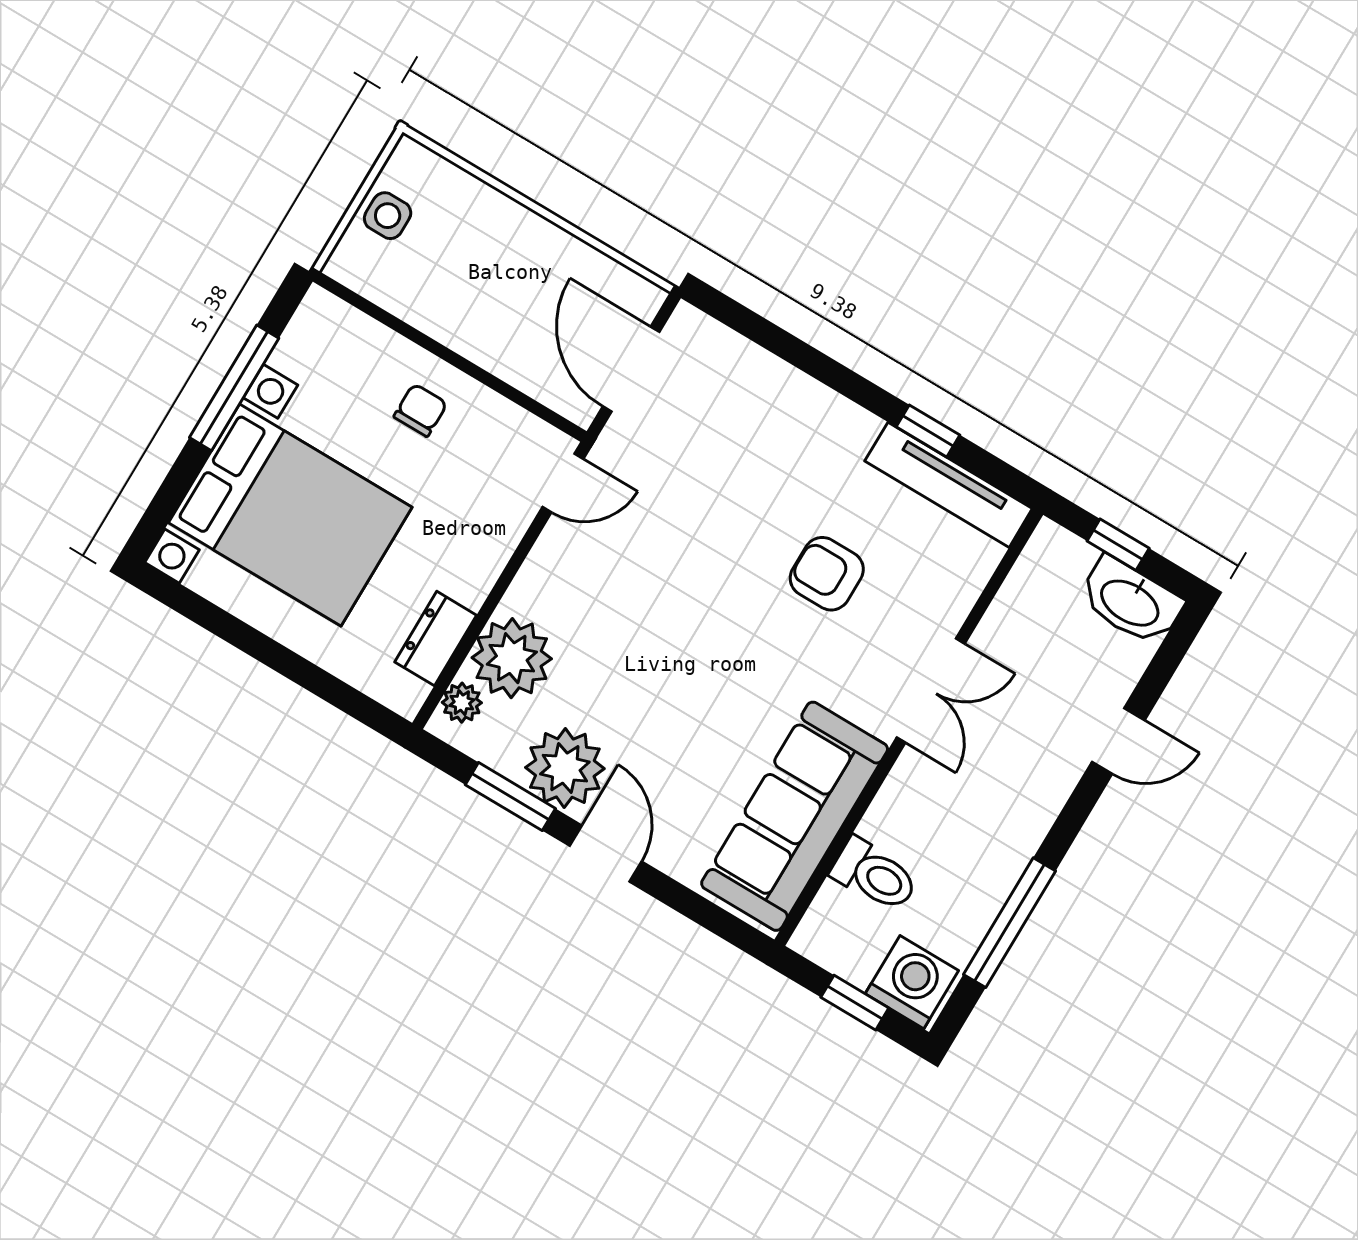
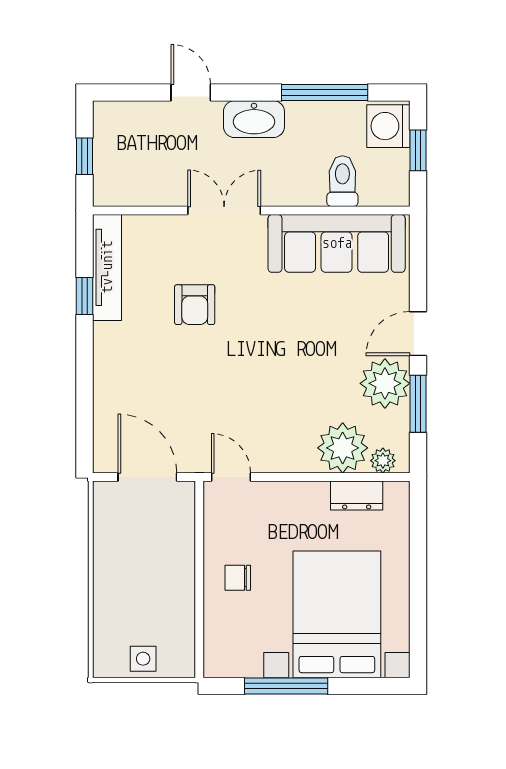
door: (631, 369) -> (147, 477), swing flipped
washbasin: (1131, 602) -> (254, 119), moved, turned 90

